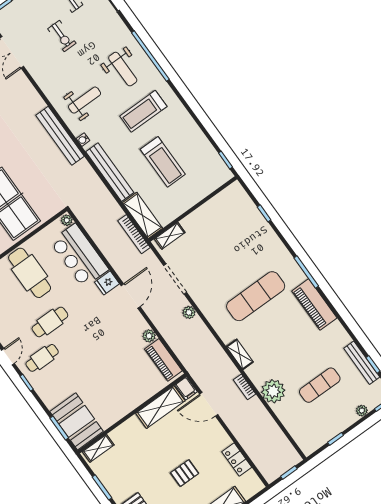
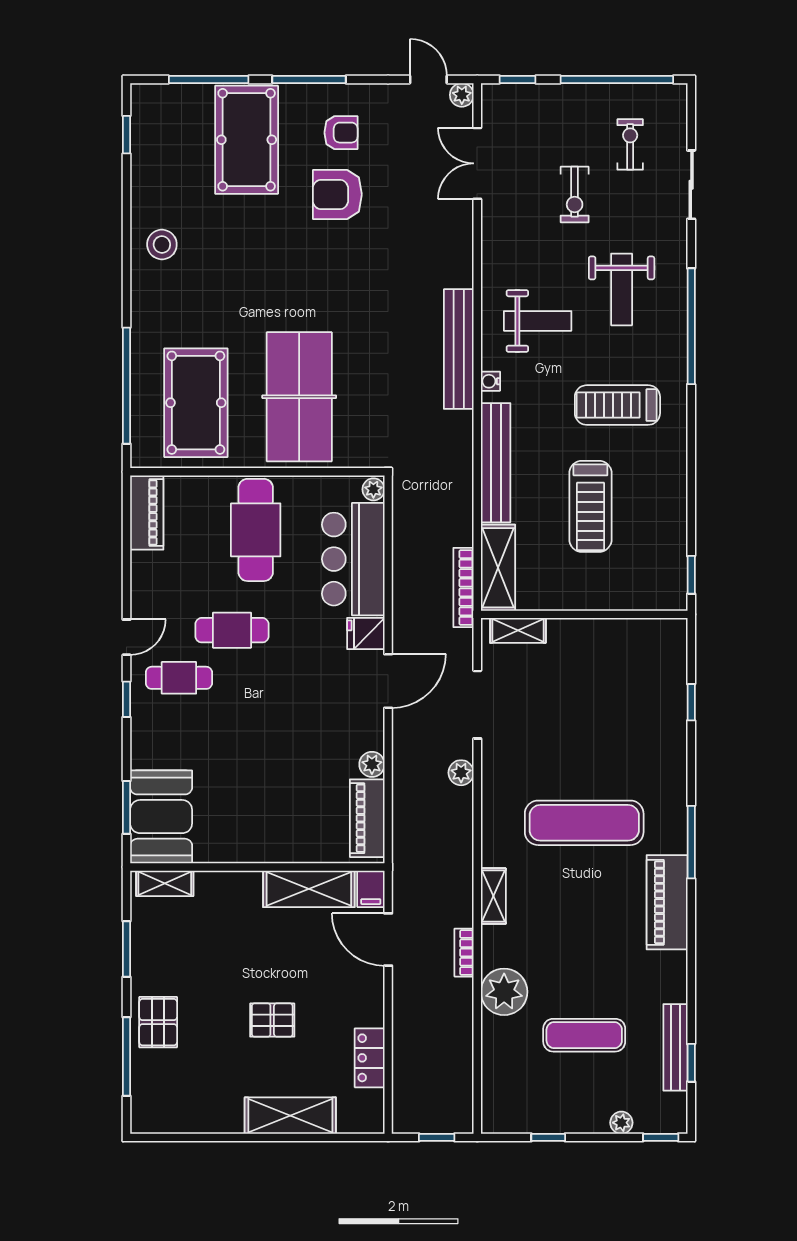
weight bench: (123, 69) -> (622, 289), moved

